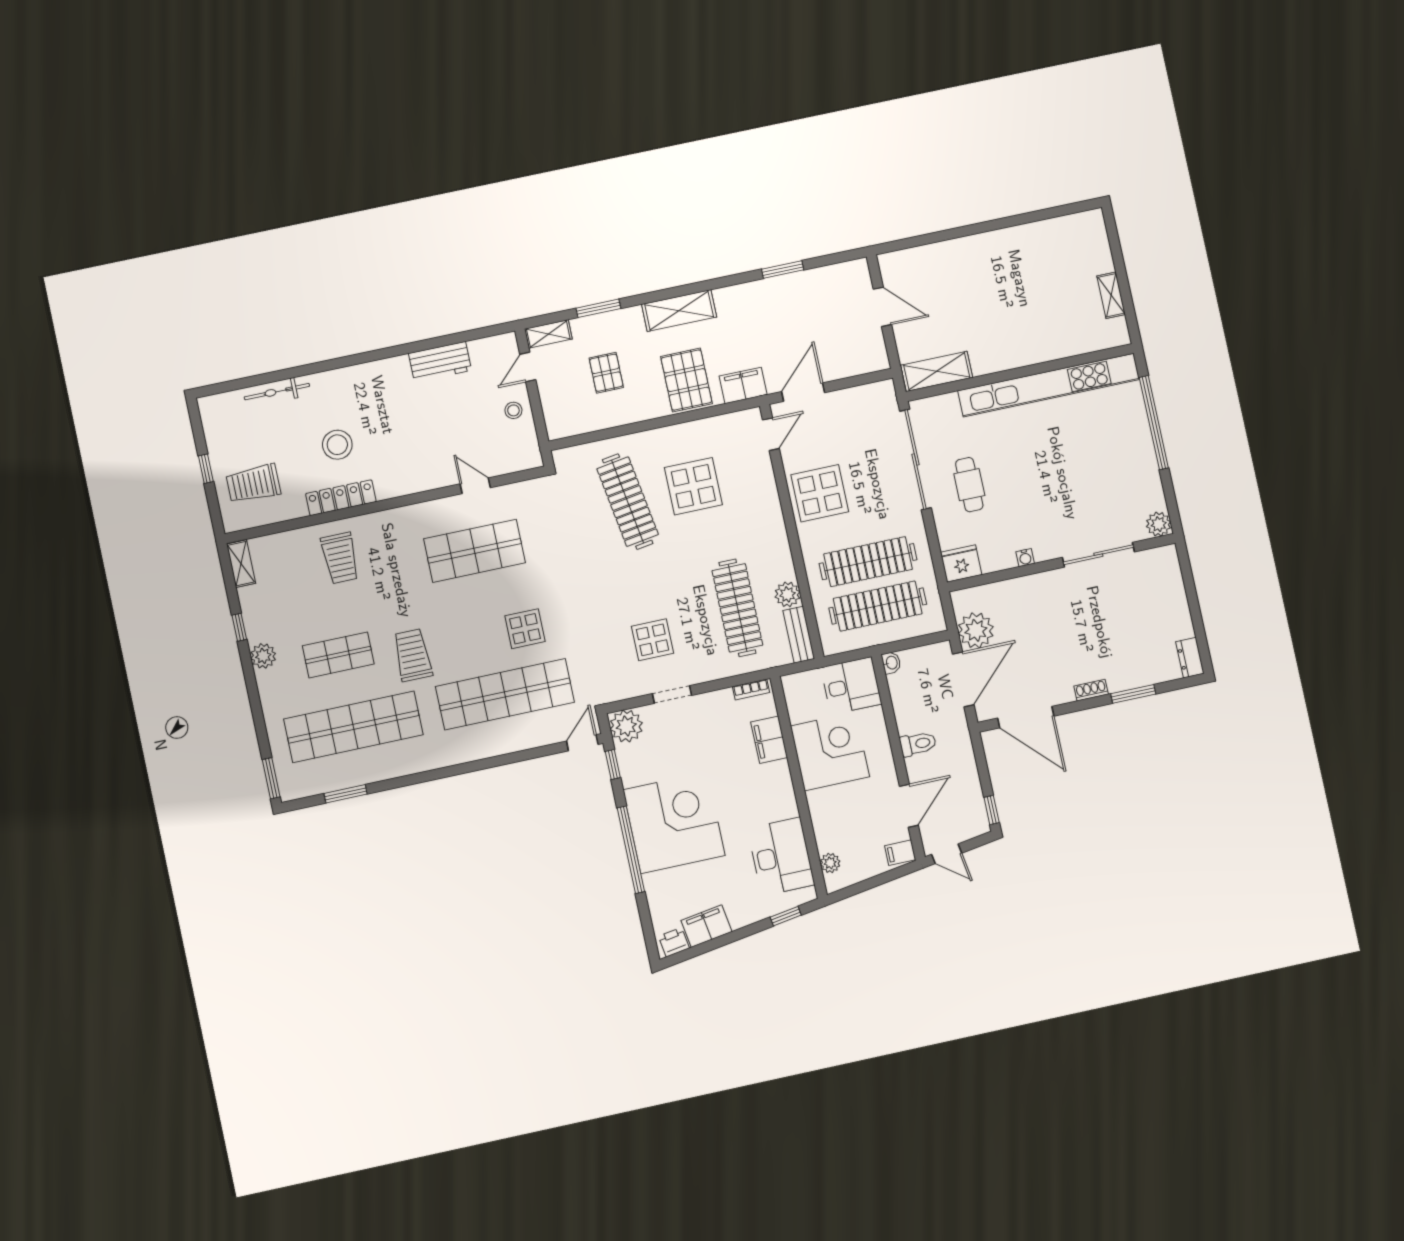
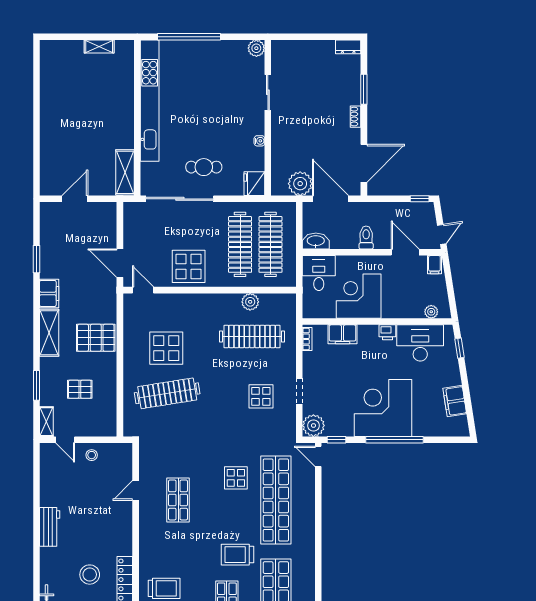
workbench: (440, 362) -> (50, 527), moved
filing cabinet: (743, 385) -> (49, 293), moved, turned 180
shop shelf: (474, 551) -> (178, 500), width x0.70, depth x0.74
sliding door: (1098, 555) -> (268, 92), width x0.73
bench: (799, 635) -> (278, 300), removed
washbasin: (891, 663) -> (316, 241), width x1.91, depth x1.45
printer: (674, 942) -> (387, 332), moved, turned -81

